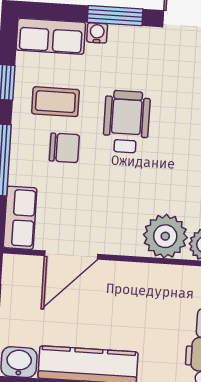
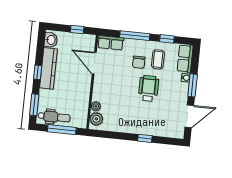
wheelchair: (126, 122) -> (149, 88), turned -90
plant: (165, 236) -> (96, 106), width x0.53, depth x0.53

